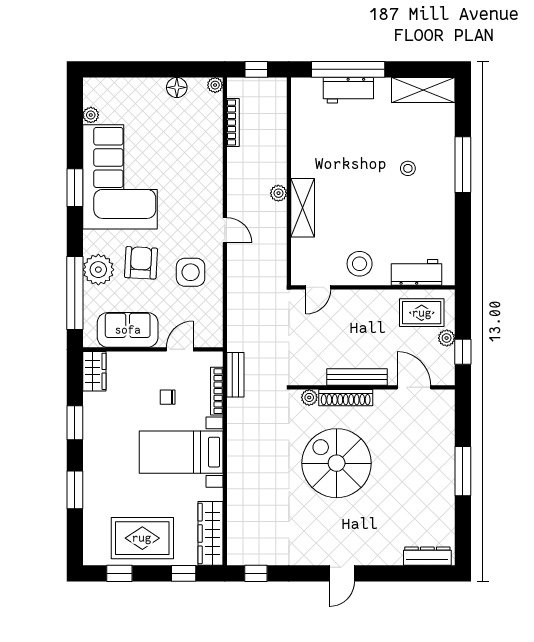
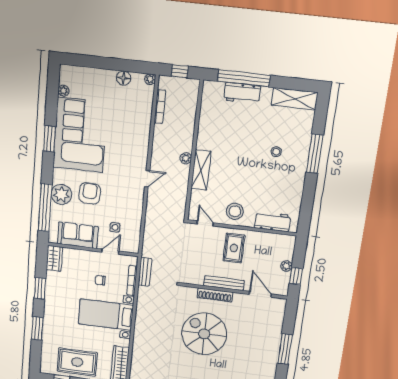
door: (225, 230) -> (147, 179), hinge flipped
side table: (191, 272) -> (115, 227), moved, width x0.54, depth x0.54
door: (318, 287) -> (205, 223), swing flipped
rug: (422, 313) -> (234, 248), moved, turned 90
plant: (309, 397) -> (191, 292), removed

